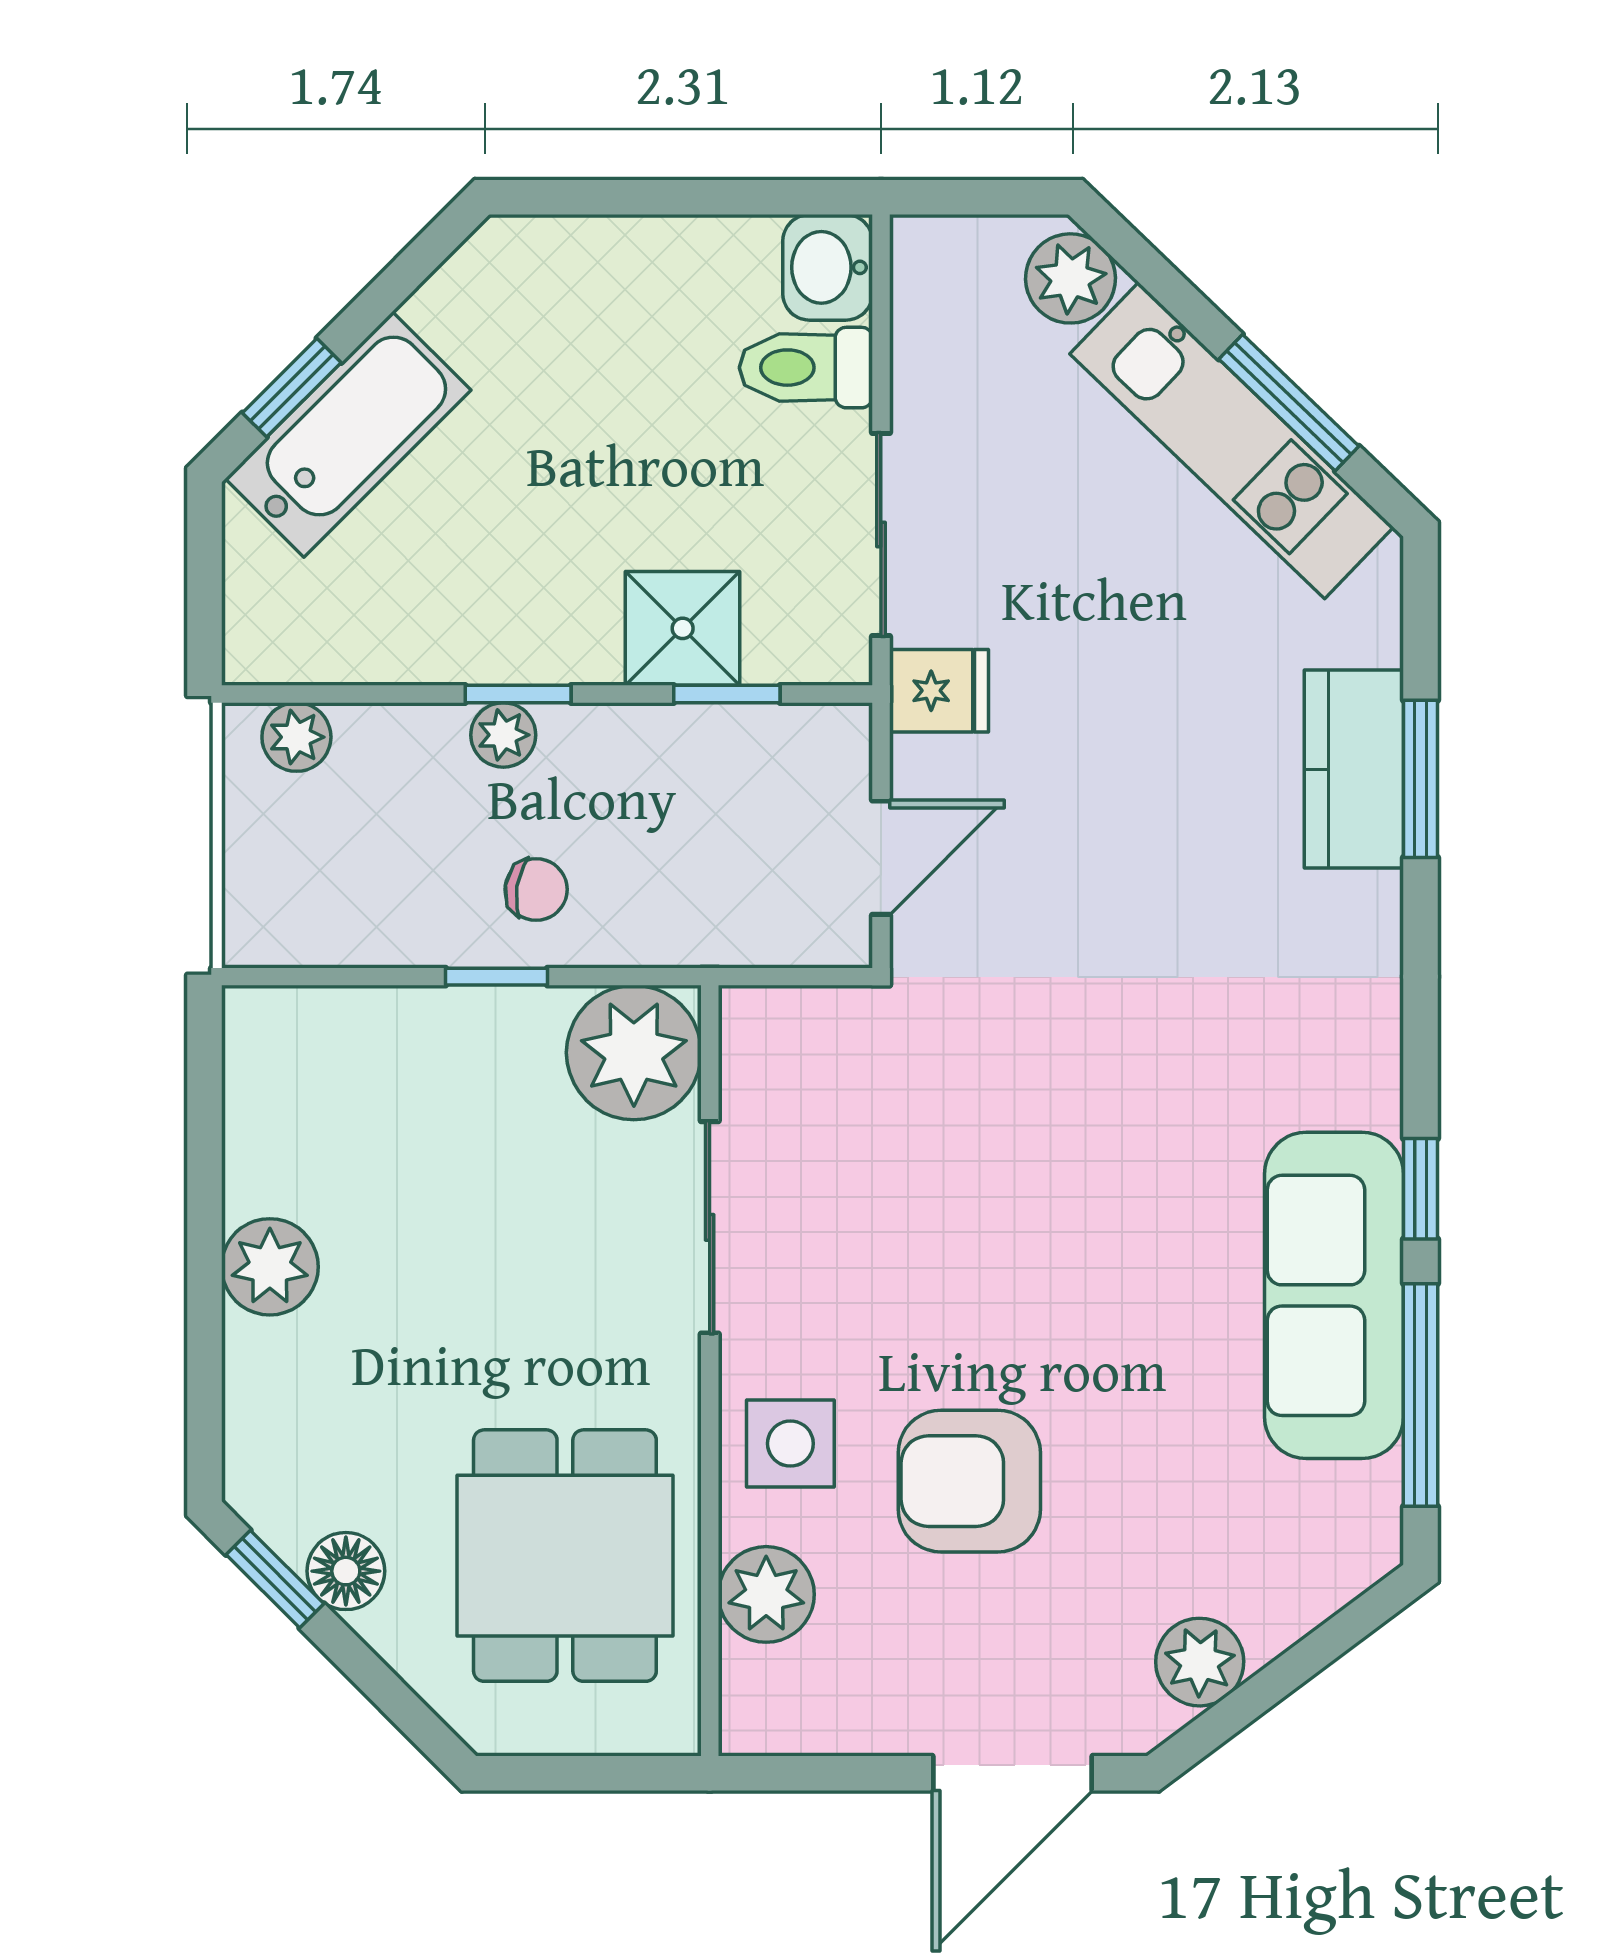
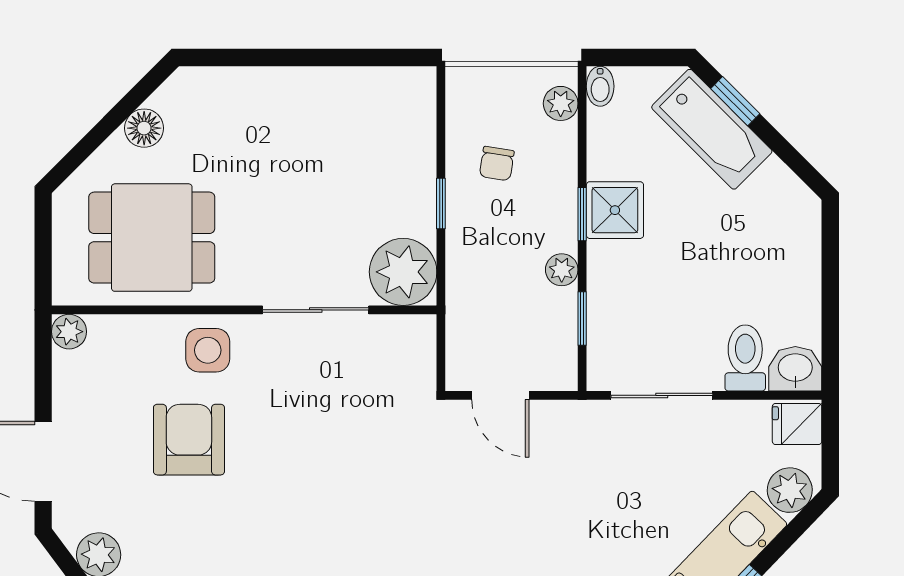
shower: (683, 628) -> (615, 210), moved
bidet: (262, 658) -> (600, 86), added
fridge: (939, 691) -> (797, 424), moved, turned 90
plant: (503, 735) -> (562, 270), moved
chair: (536, 889) -> (497, 164), moved
plant: (270, 1267) -> (296, 90), removed
window: (275, 1579) -> (140, 93), removed
plant: (766, 1594) -> (69, 332), moved, width x0.73, depth x0.73

